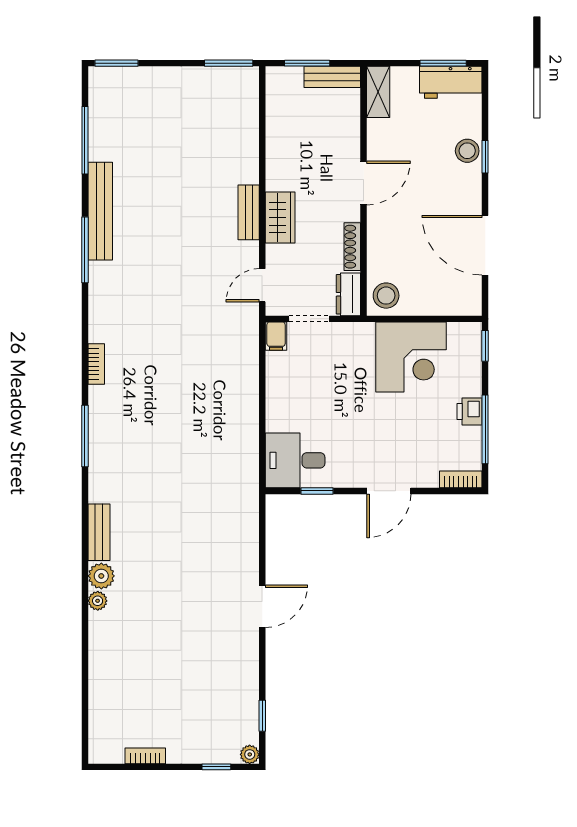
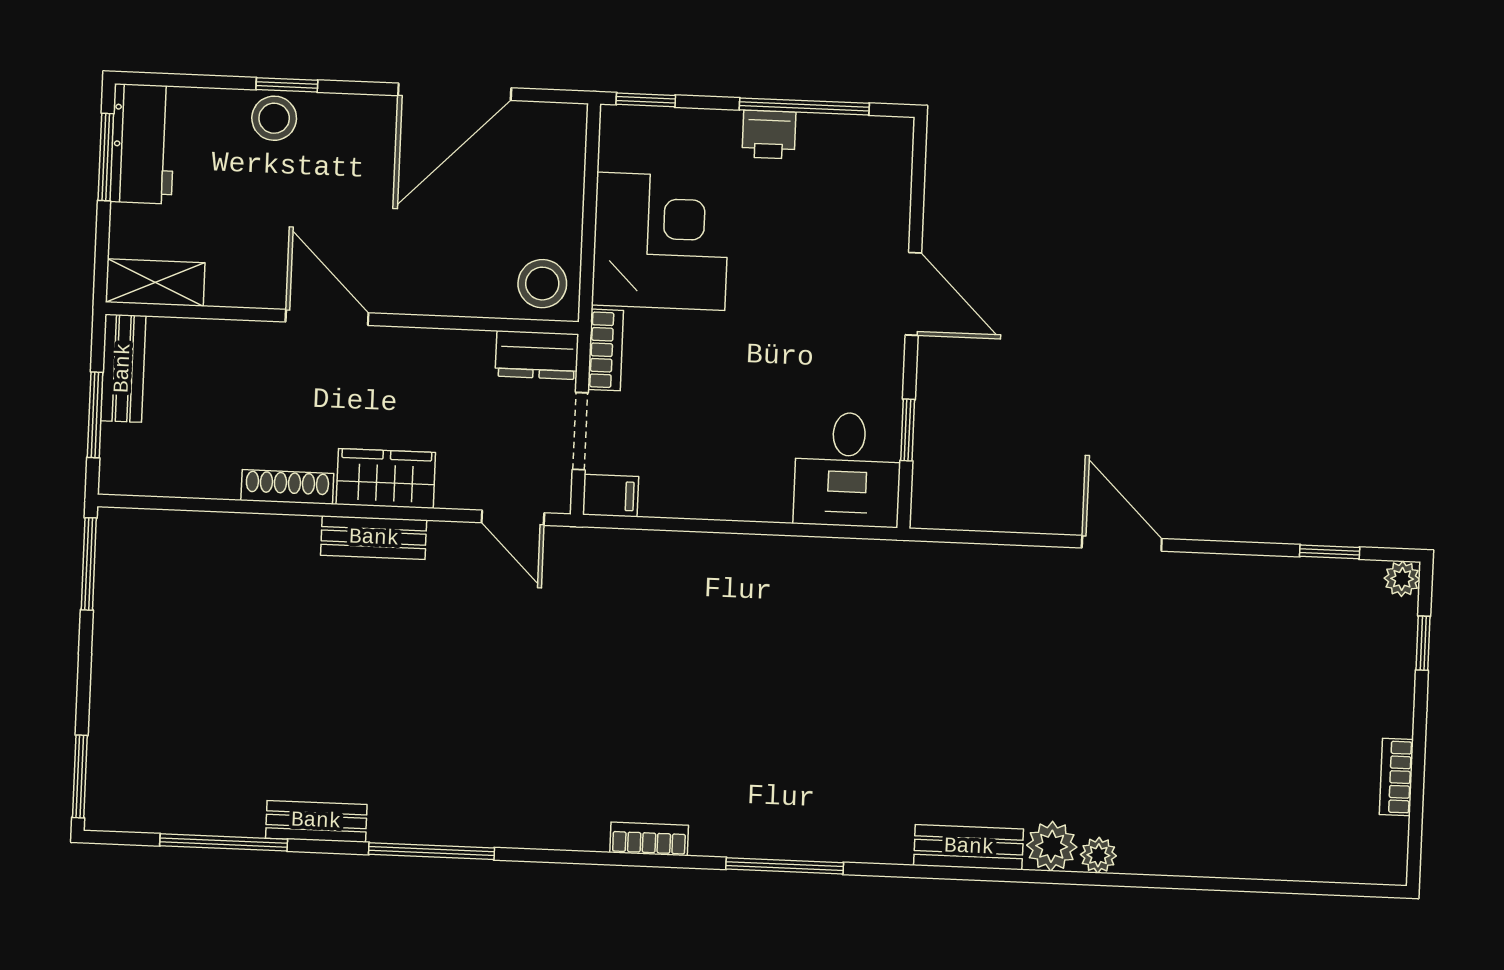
bench: (100, 211) -> (316, 821), width x0.54, depth x0.82
shoe rack: (352, 247) -> (287, 487), moved, turned 180
bookcase: (461, 479) -> (606, 350), moved, turned 180

